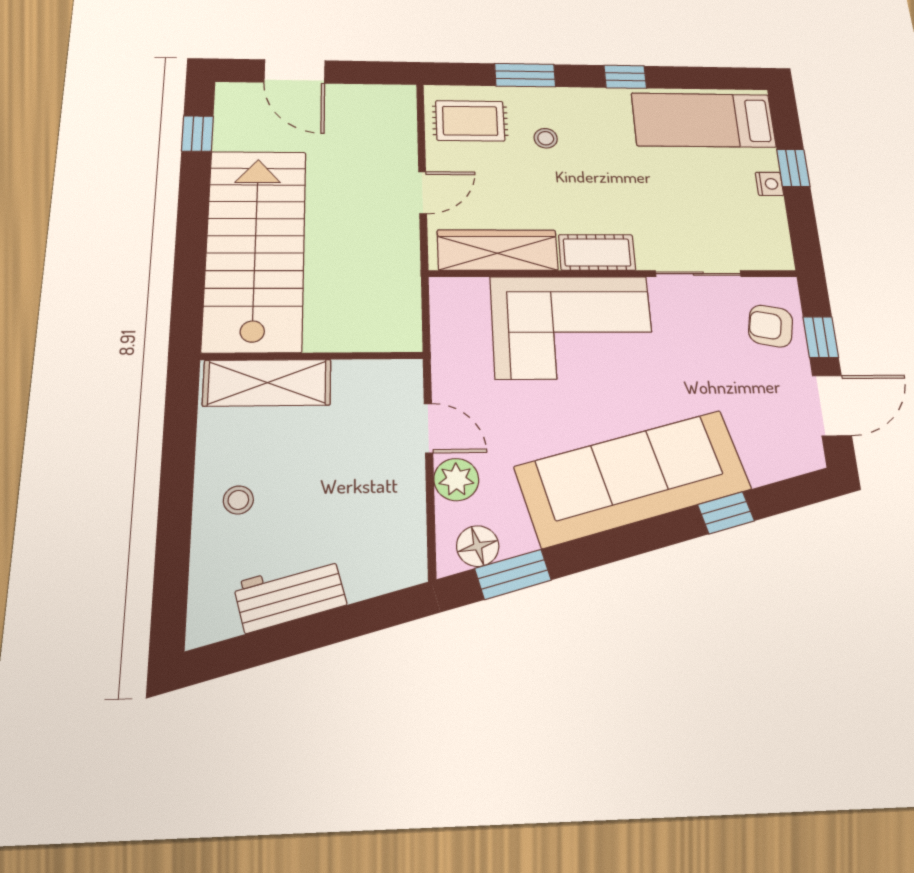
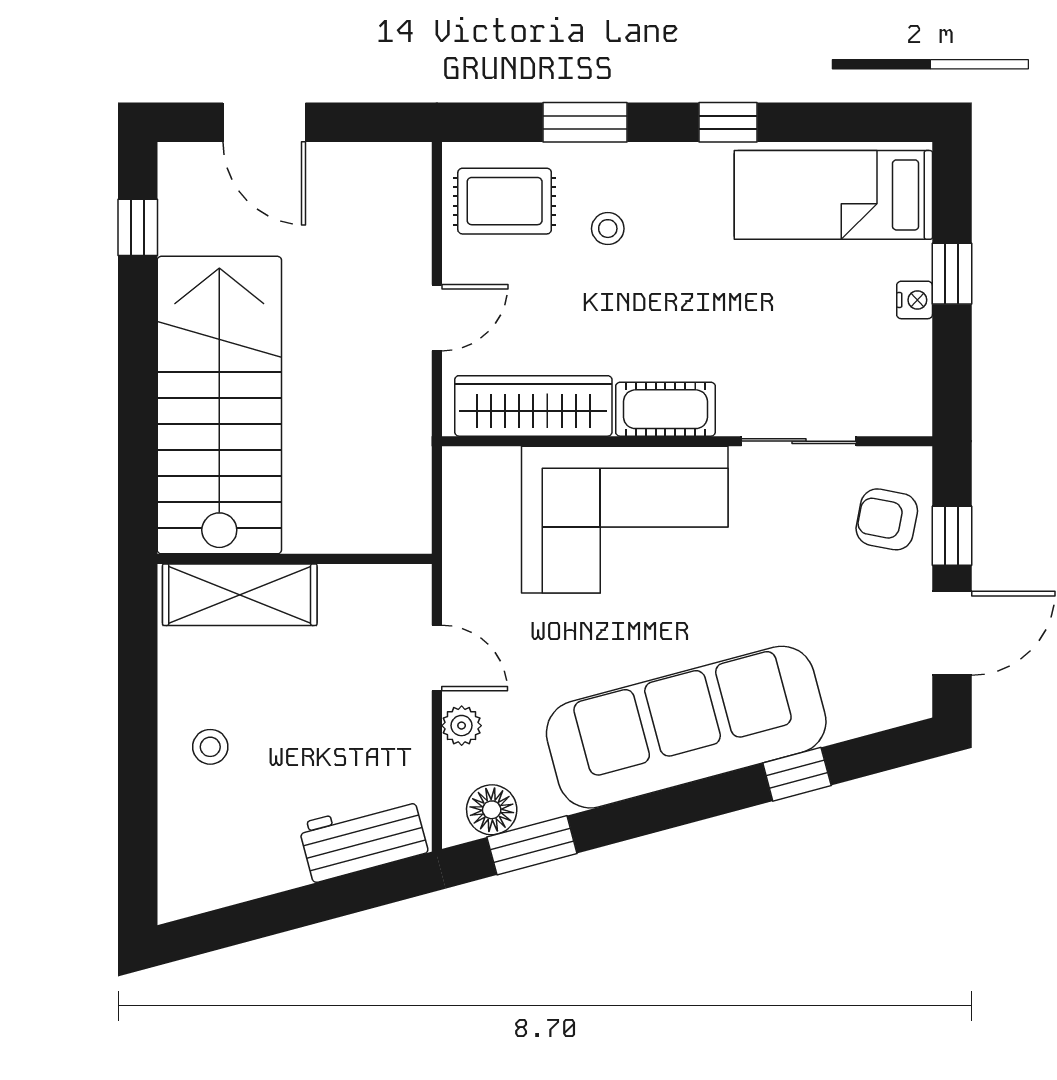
plant: (456, 480) -> (462, 726), width x0.73, depth x0.73
workbench: (290, 594) -> (363, 838), moved

